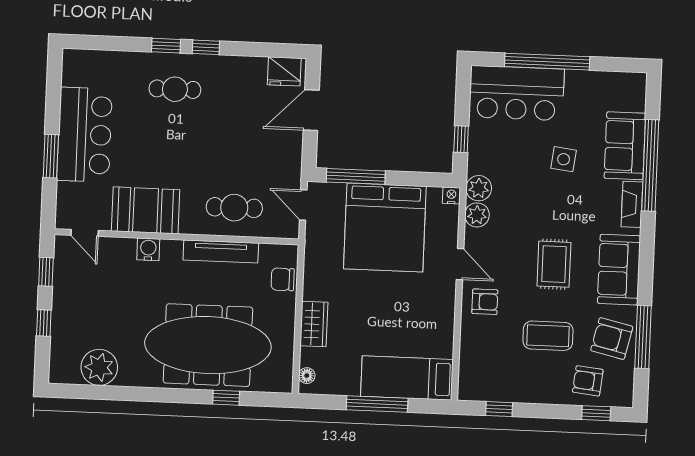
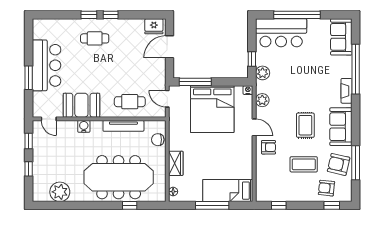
sofa: (625, 146) -> (341, 37), moved
side table: (564, 159) -> (308, 68), removed
plant: (479, 188) -> (263, 73), moved

